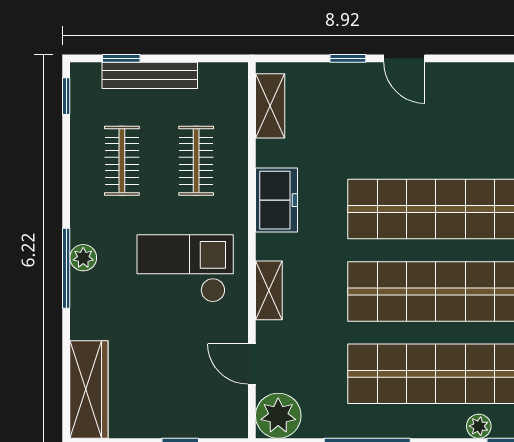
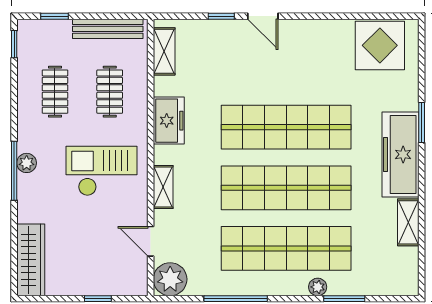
bench: (150, 75) -> (108, 29), moved

